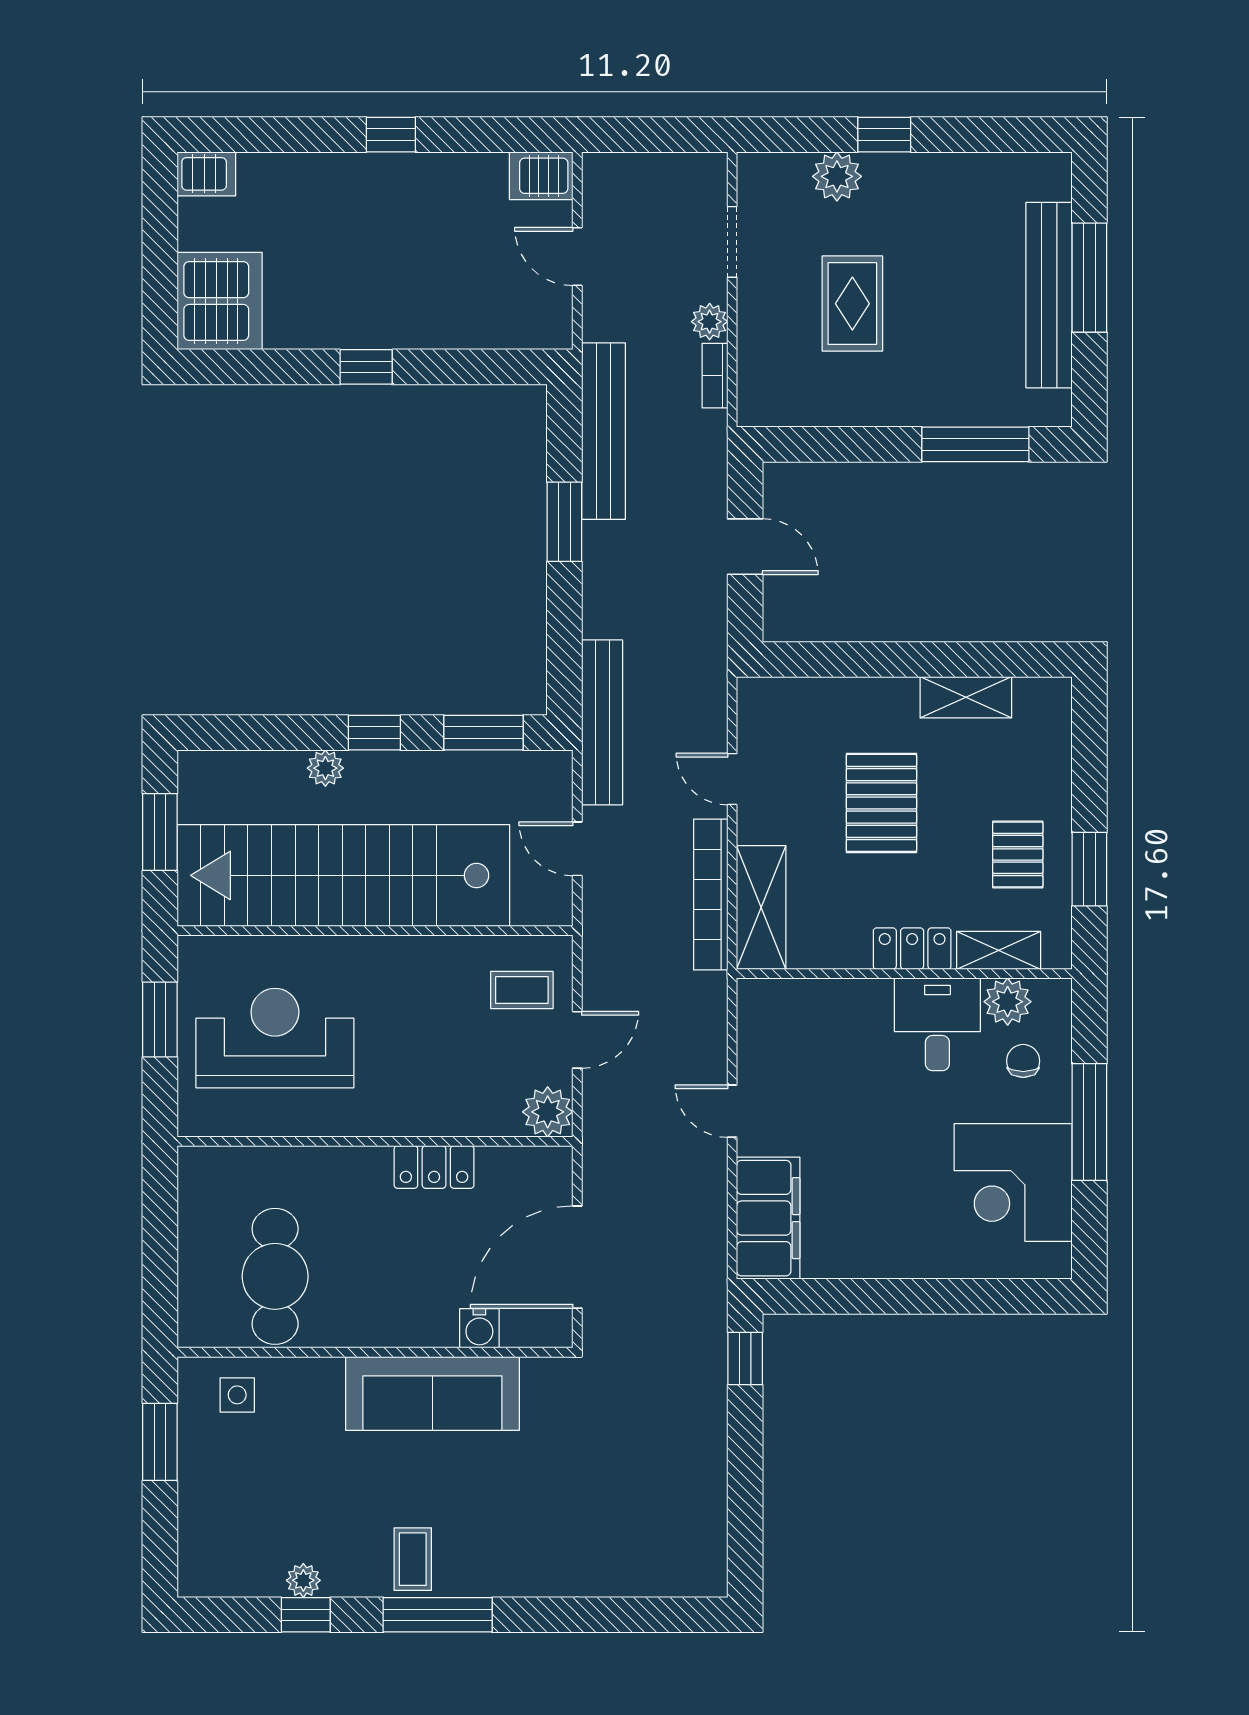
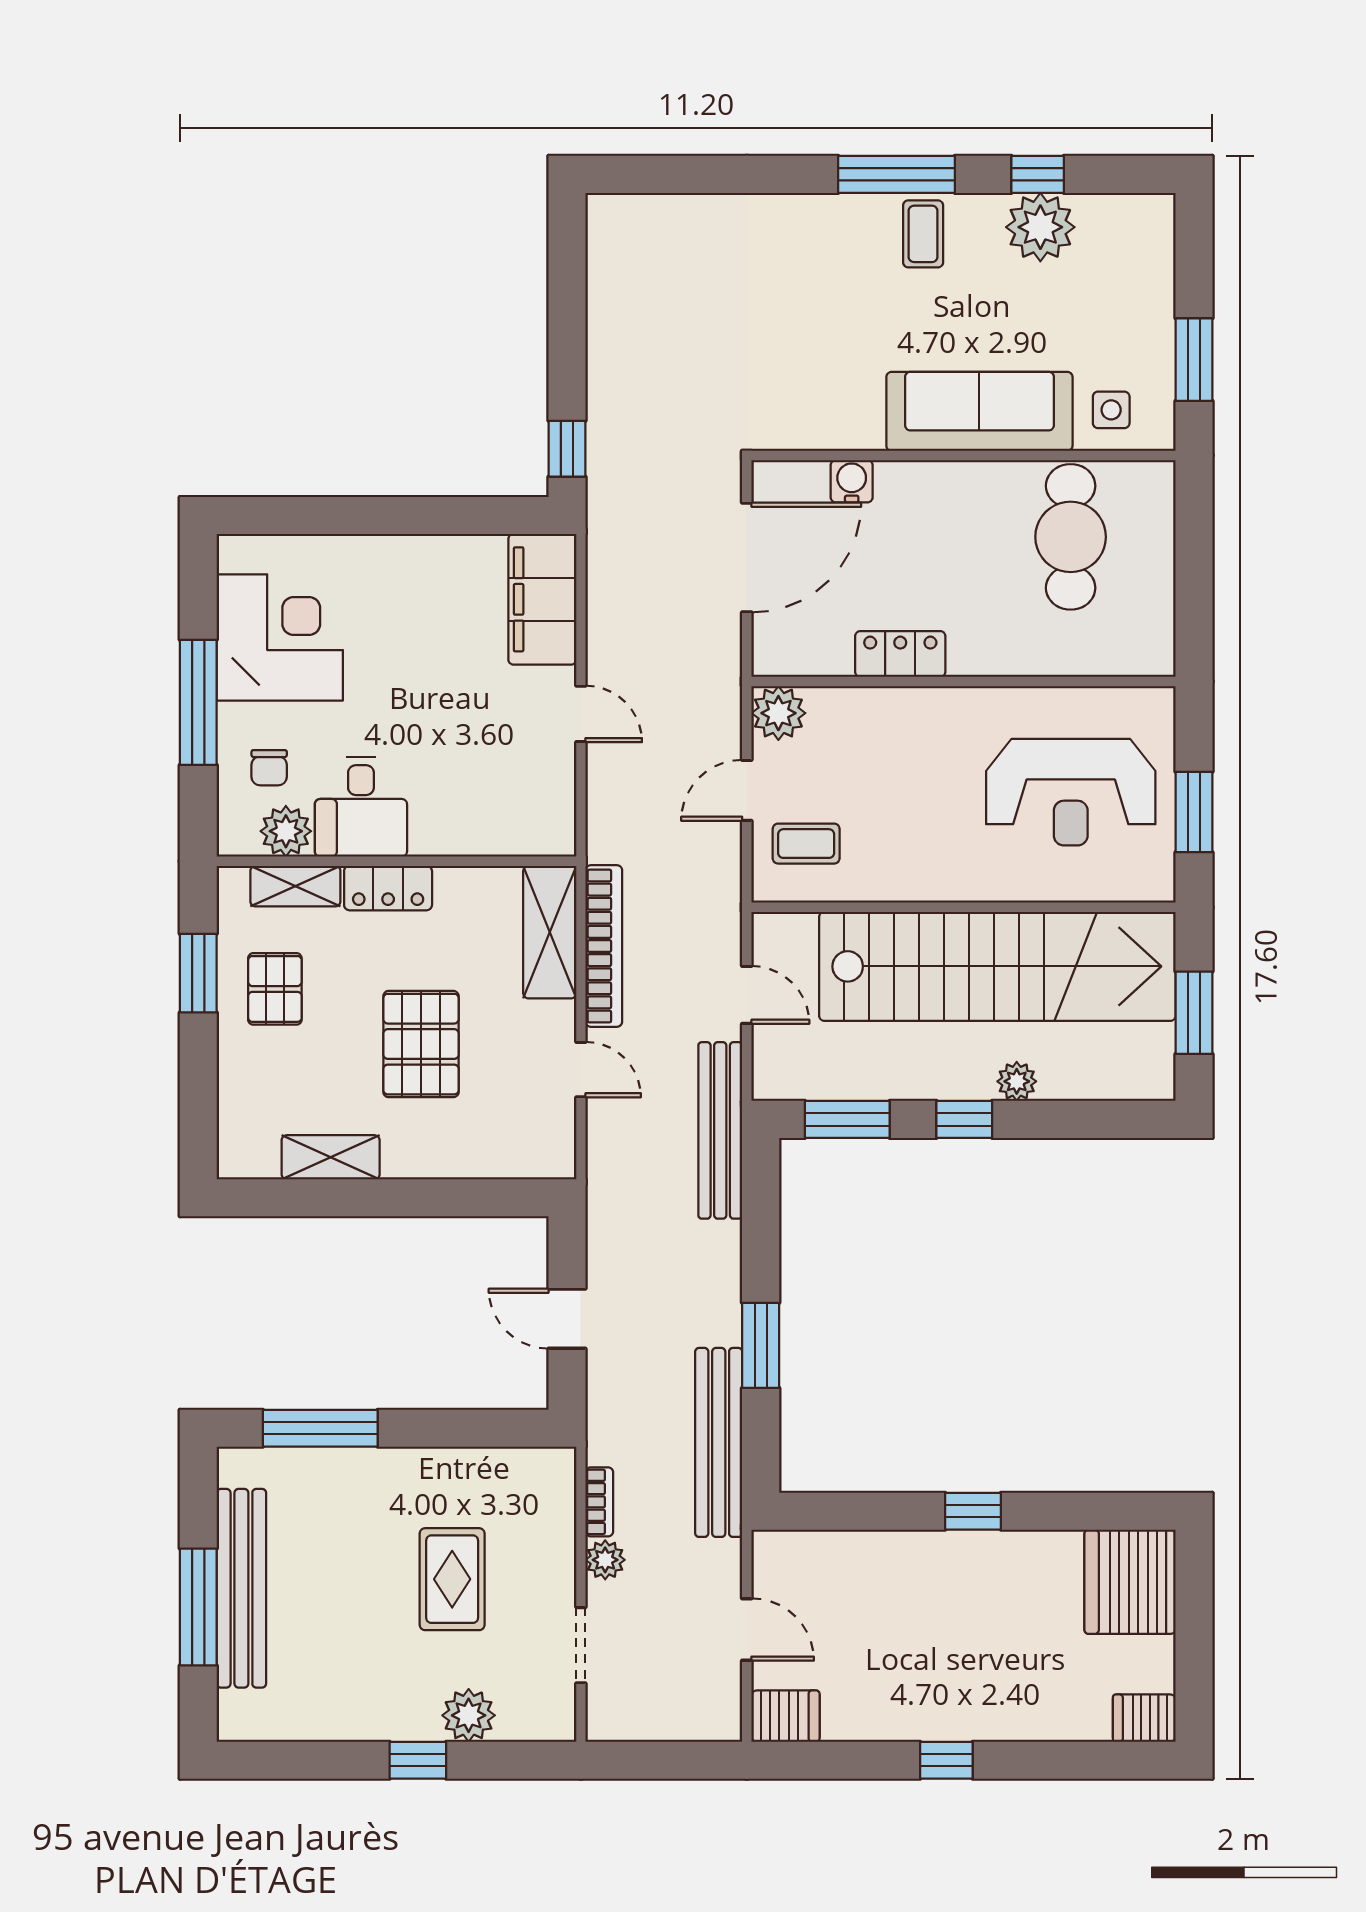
sofa: (432, 1393) -> (979, 411), moved
plant: (303, 1580) -> (1040, 227), width x1.87, depth x1.87

